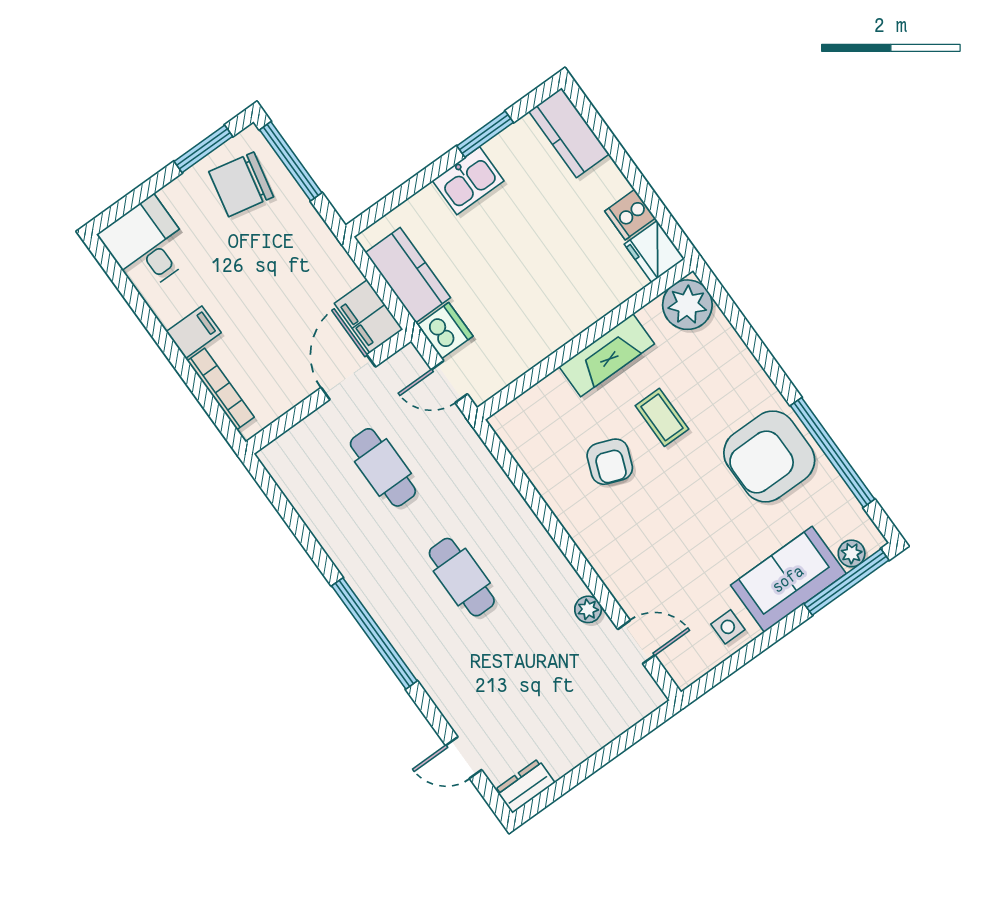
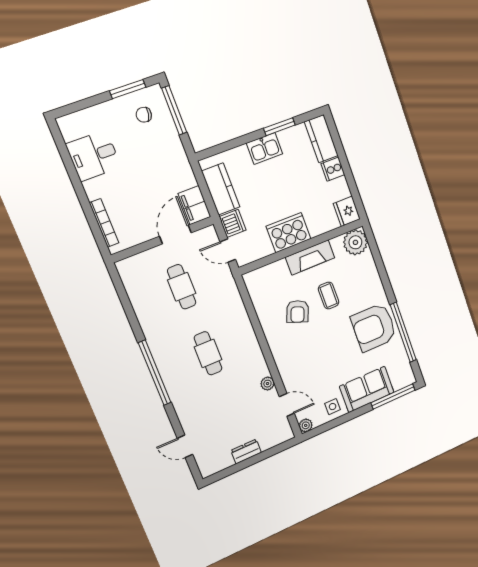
chair: (241, 184) -> (144, 115), width x0.54, depth x0.54
cooker: (630, 215) -> (333, 169), moved
desk: (147, 245) -> (94, 156), moved, turned -90
cooker: (553, 320) -> (289, 233), added
filing cabinet: (194, 332) -> (97, 188), removed
plant: (852, 553) -> (306, 425), moved
dresser: (525, 786) -> (246, 451), moved

